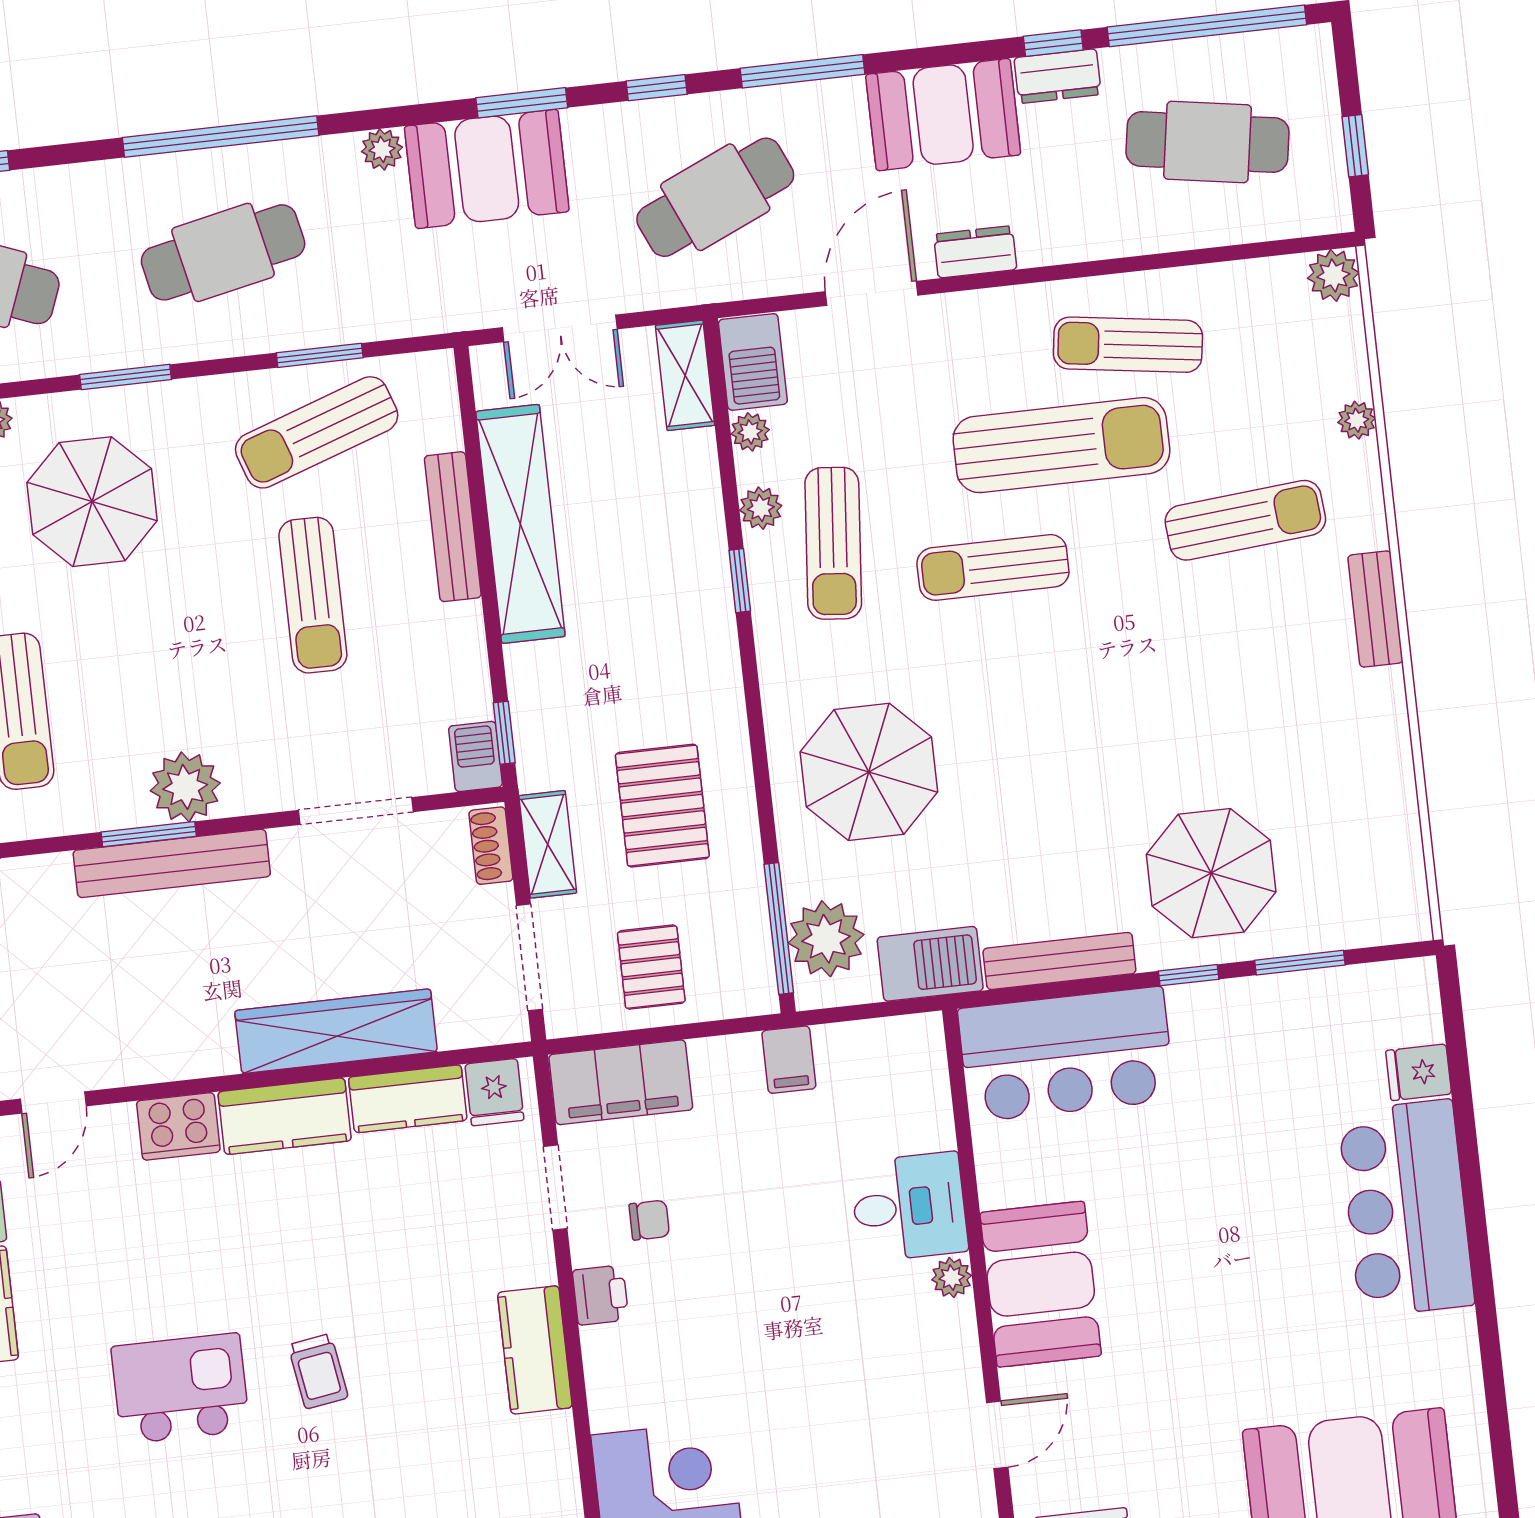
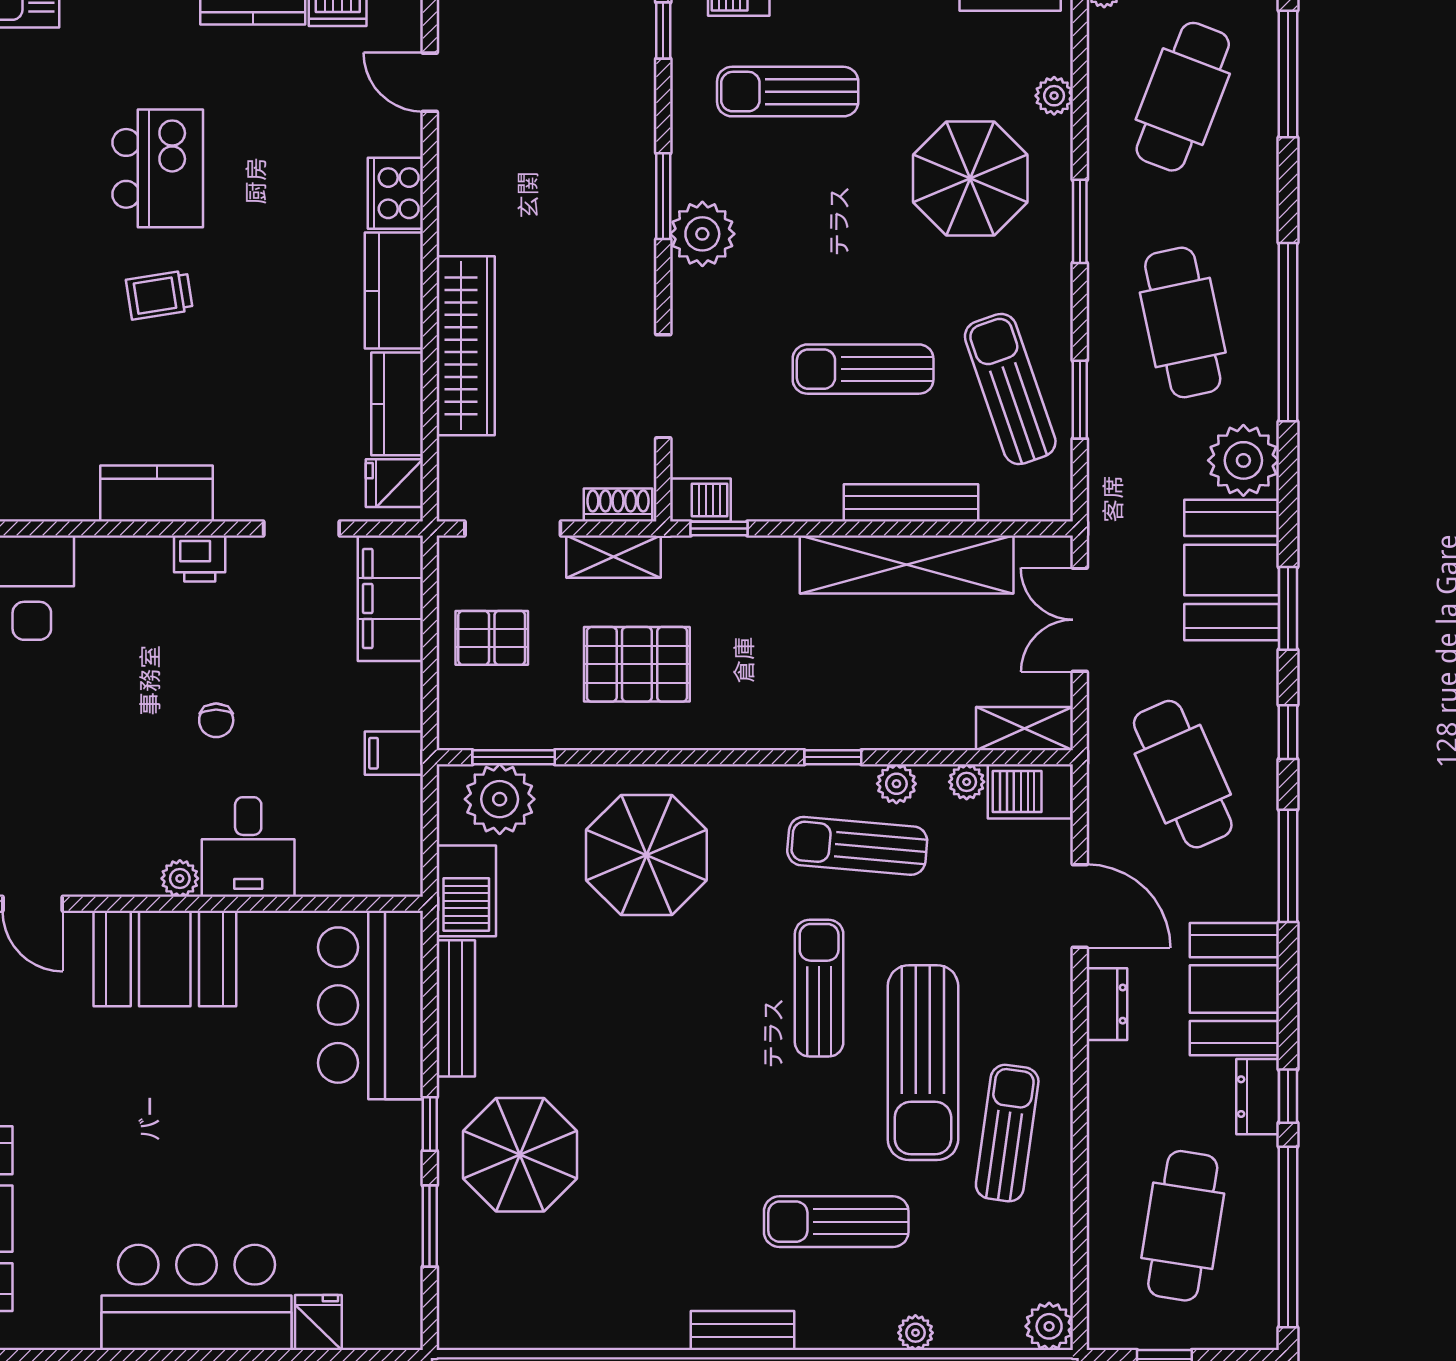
plant: (382, 149) -> (1243, 460), width x1.88, depth x1.88
sun lounger: (1245, 520) -> (836, 1222), turned 95
bench: (172, 863) -> (634, 214), removed
window: (779, 928) -> (514, 757), width x0.69
chair: (649, 1220) -> (216, 720), moved

